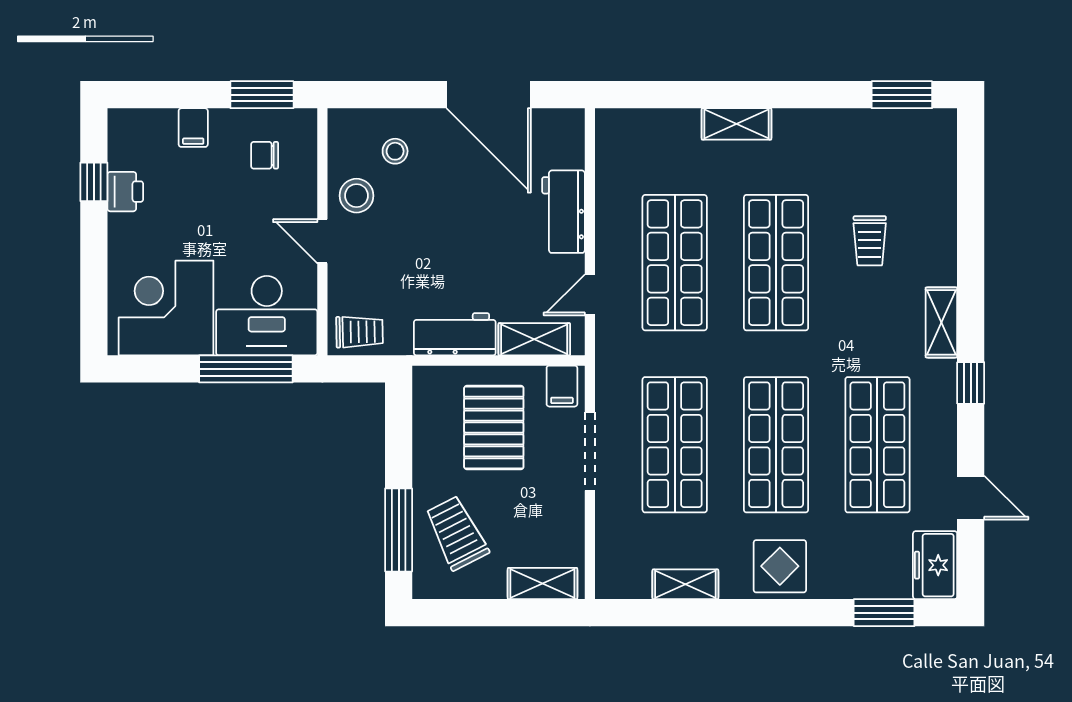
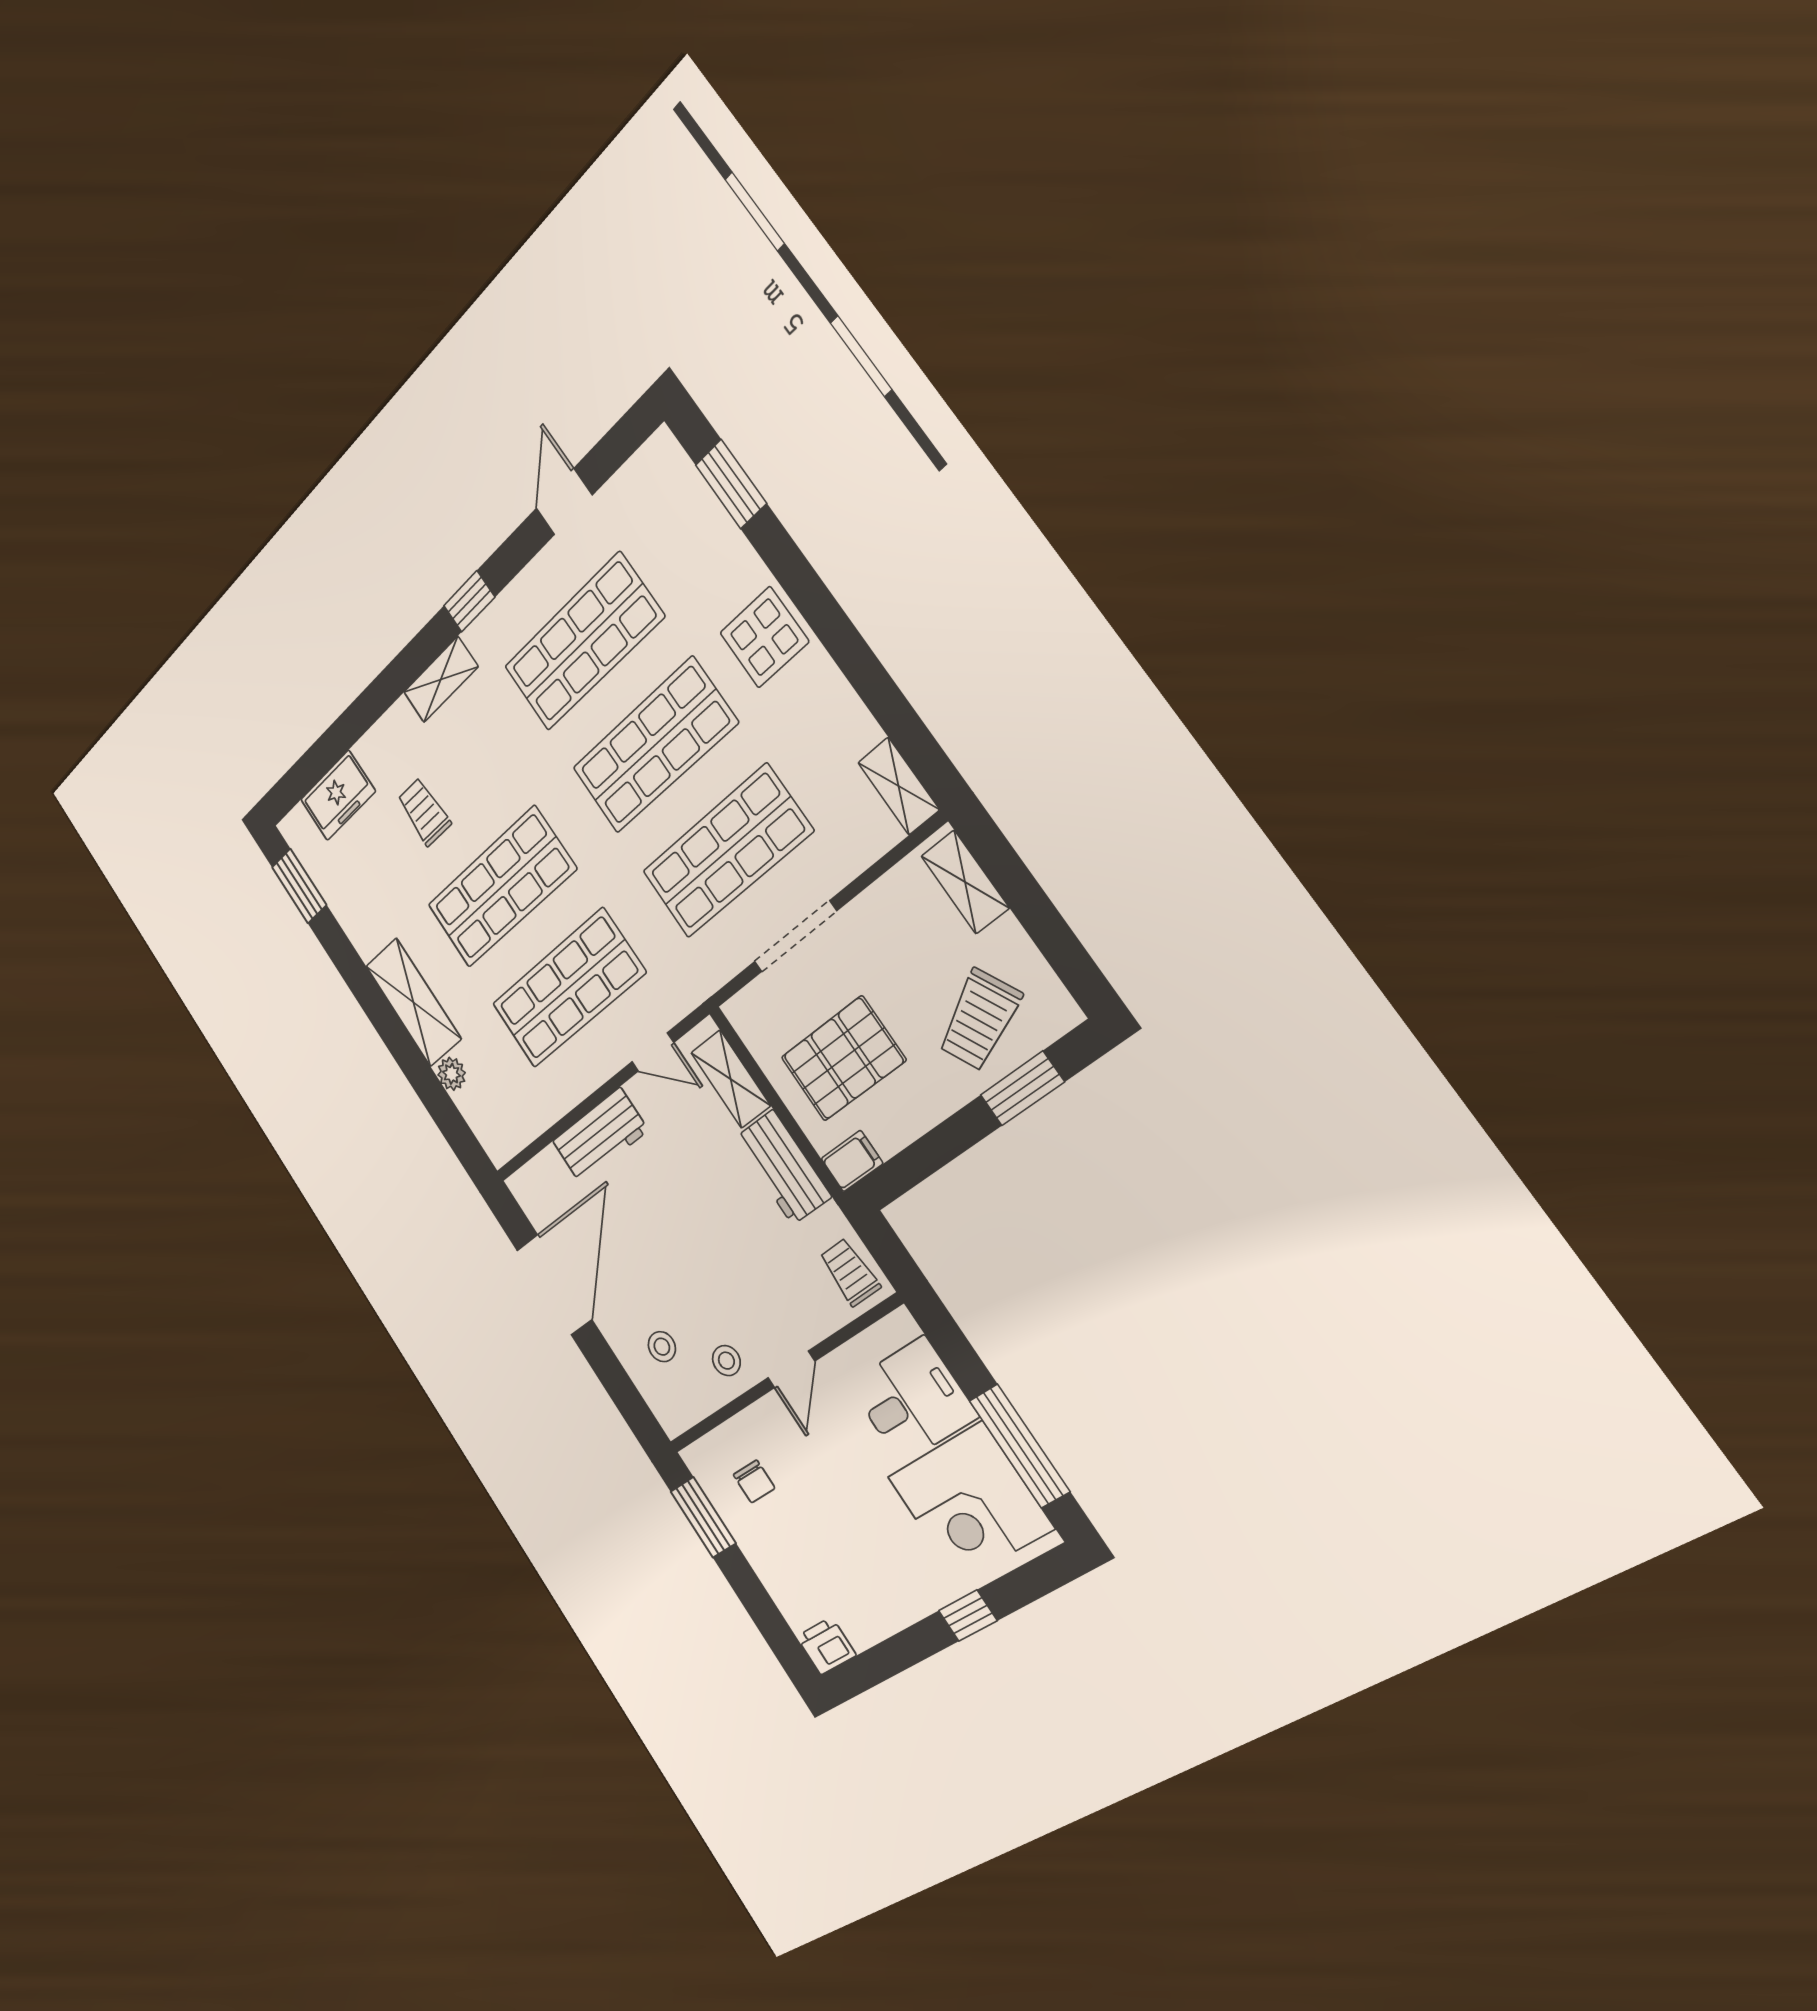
plant: (685, 122) -> (452, 1074), added
shelving: (737, 124) -> (413, 1002), width x1.50, depth x1.33
filing cabinet: (193, 128) -> (779, 1573), removed
window: (94, 182) -> (968, 1616), moved
printer: (125, 192) -> (826, 1646), moved
stool: (356, 196) -> (726, 1361), width x0.73, depth x0.73
trolley: (870, 241) -> (424, 812), turned -90
desk: (267, 316) -> (912, 1400), width x0.73
window: (246, 369) -> (1019, 1446), moved
filing cabinet: (562, 386) -> (852, 1161), moved
window: (399, 530) -> (1022, 1088), width x0.69
freezer: (935, 565) -> (338, 795), moved
shelving: (685, 584) -> (899, 786), moved

